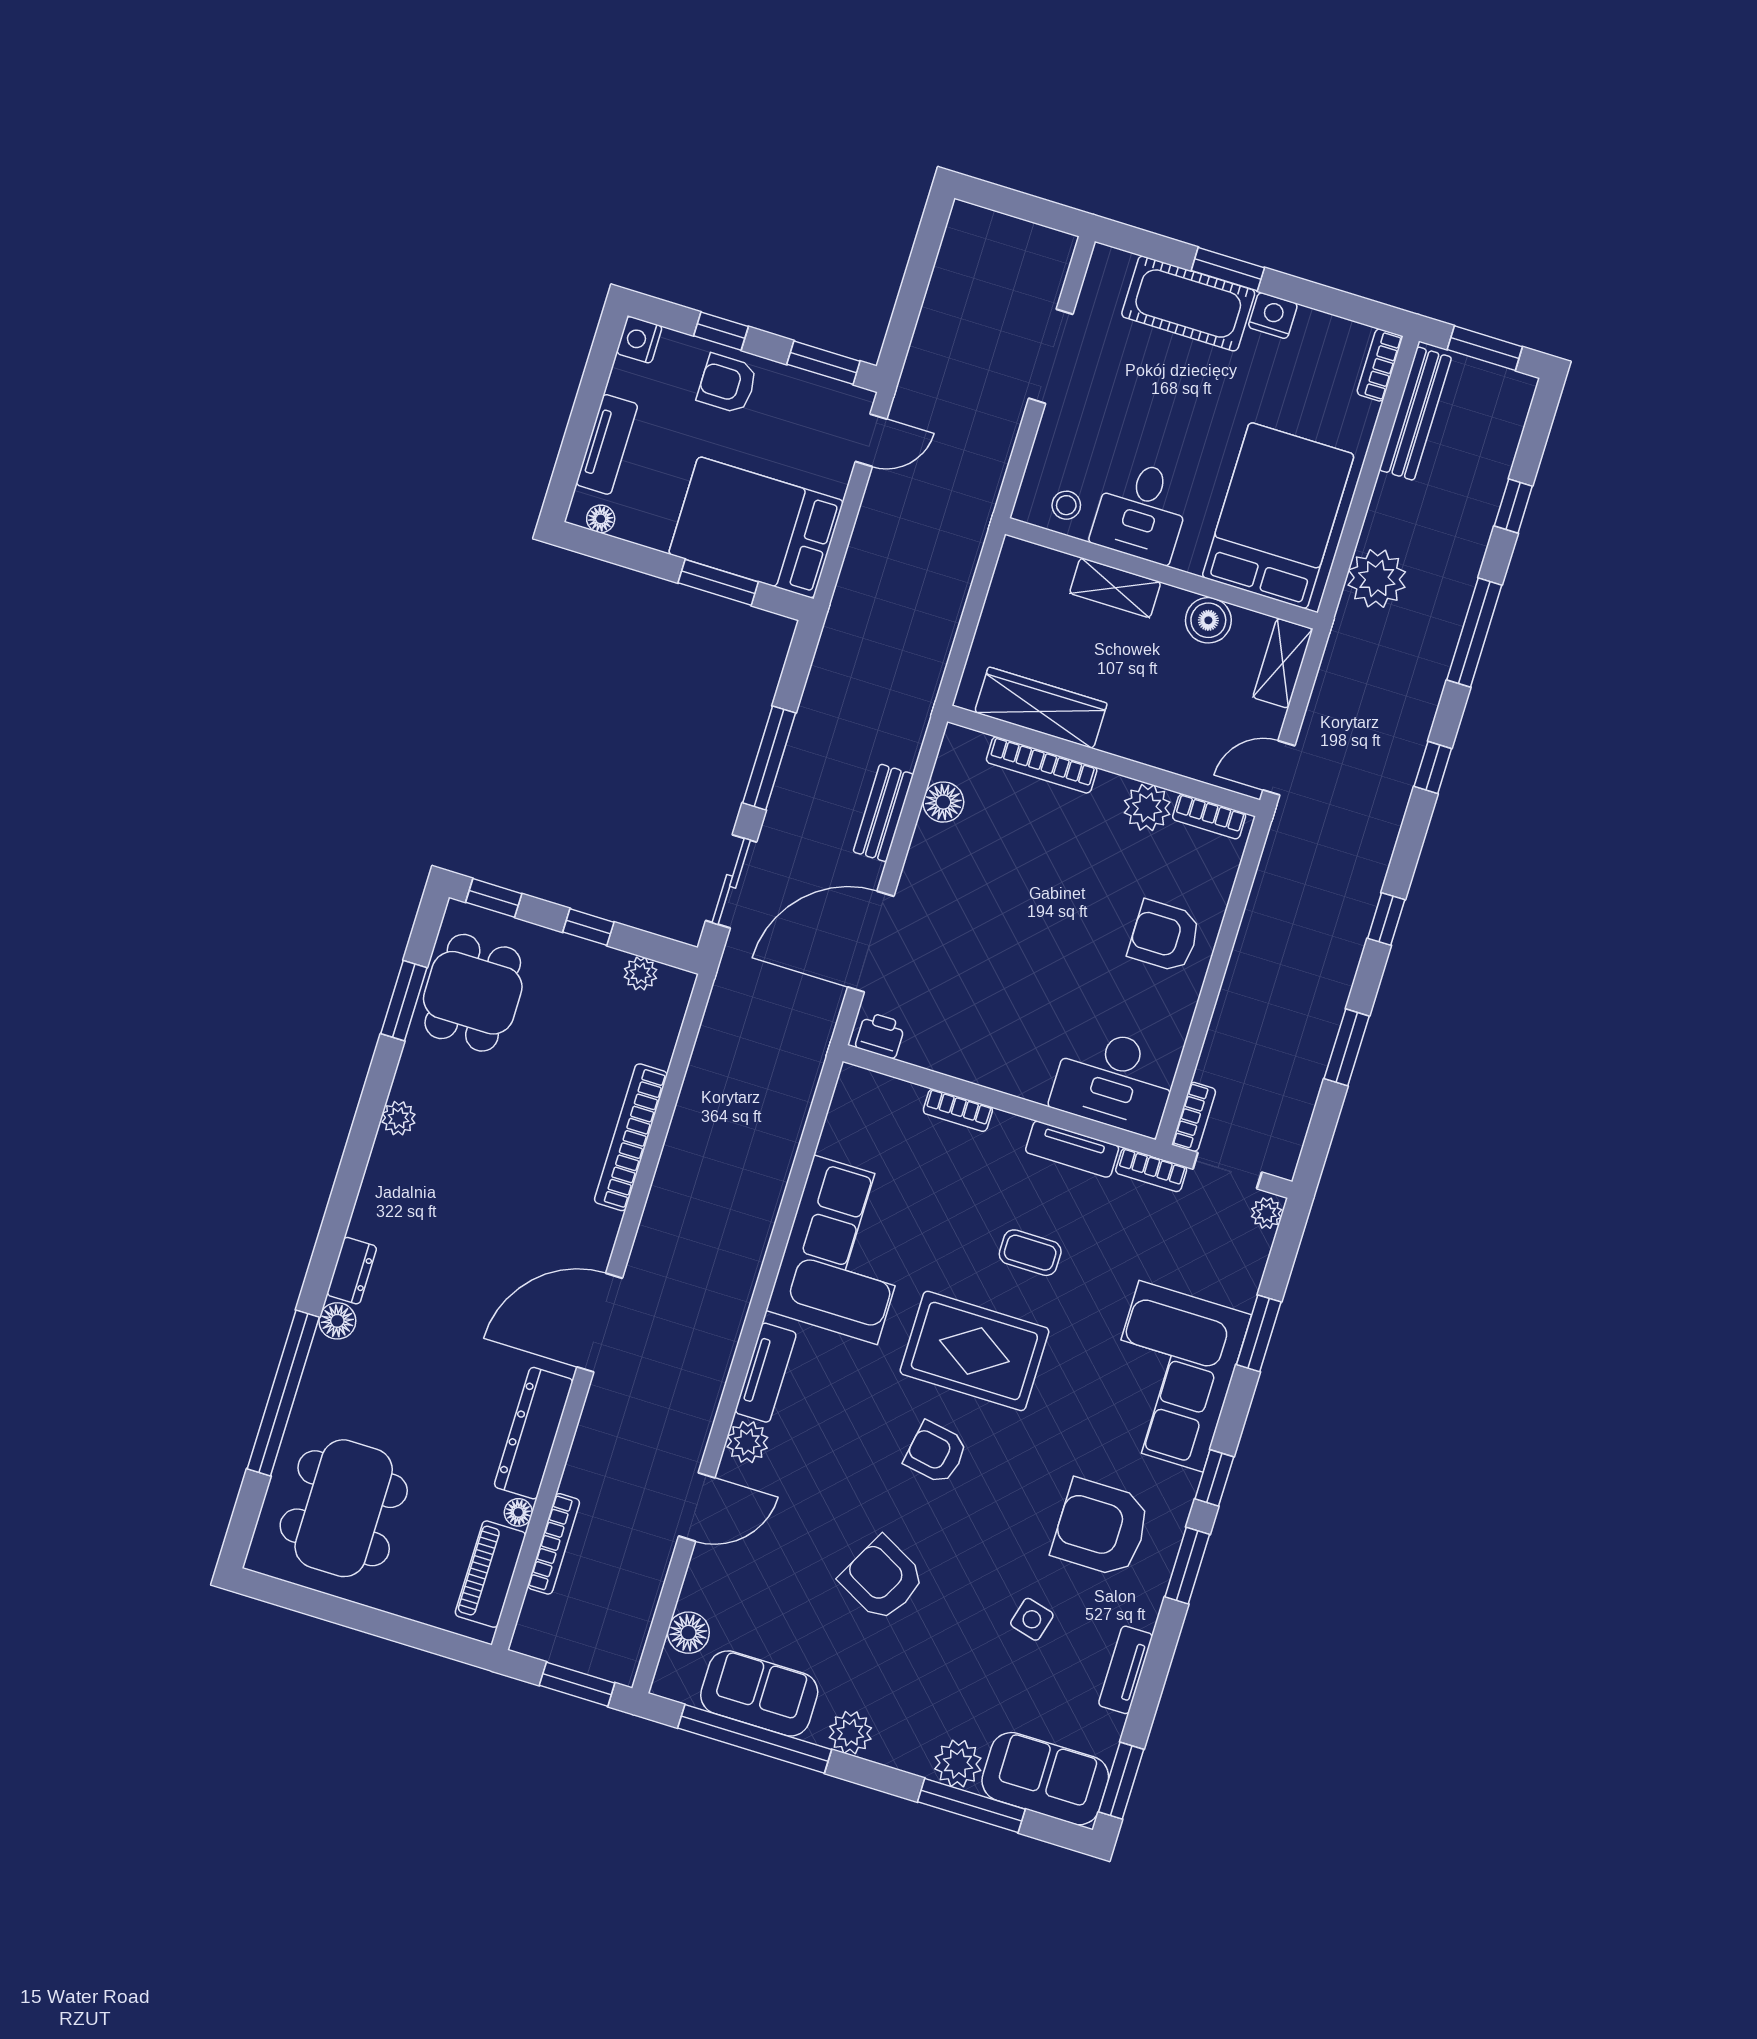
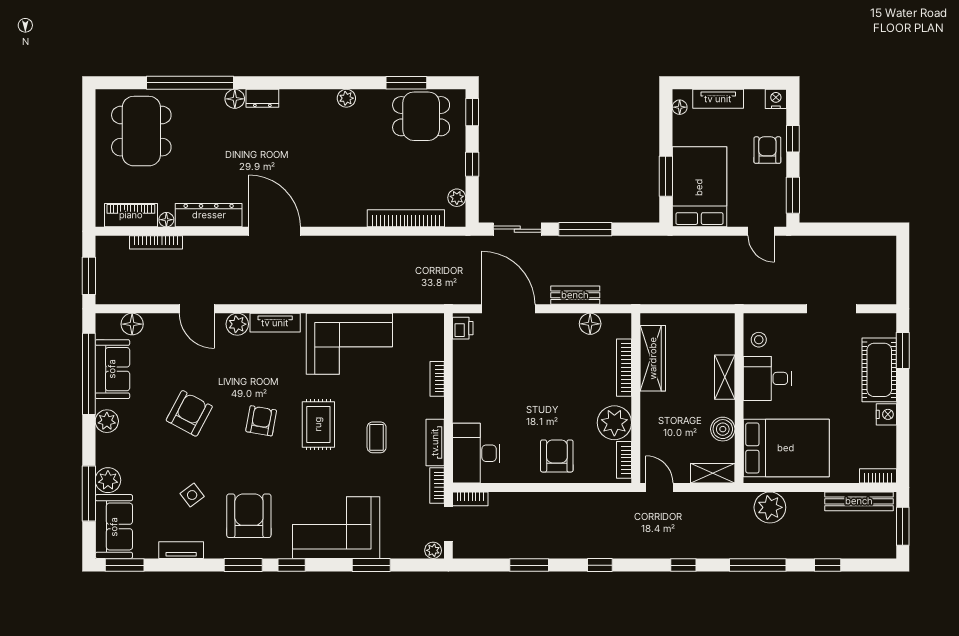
window: (1228, 269) -> (903, 351), moved
plant: (1147, 808) -> (614, 423), width x1.36, depth x1.36
bookcase: (631, 1137) -> (406, 218), moved
rug: (974, 1351) -> (318, 424), width x0.73, depth x0.70
dining table: (344, 1508) -> (141, 131), turned 90
side table: (1032, 1619) -> (192, 495), turned 38

